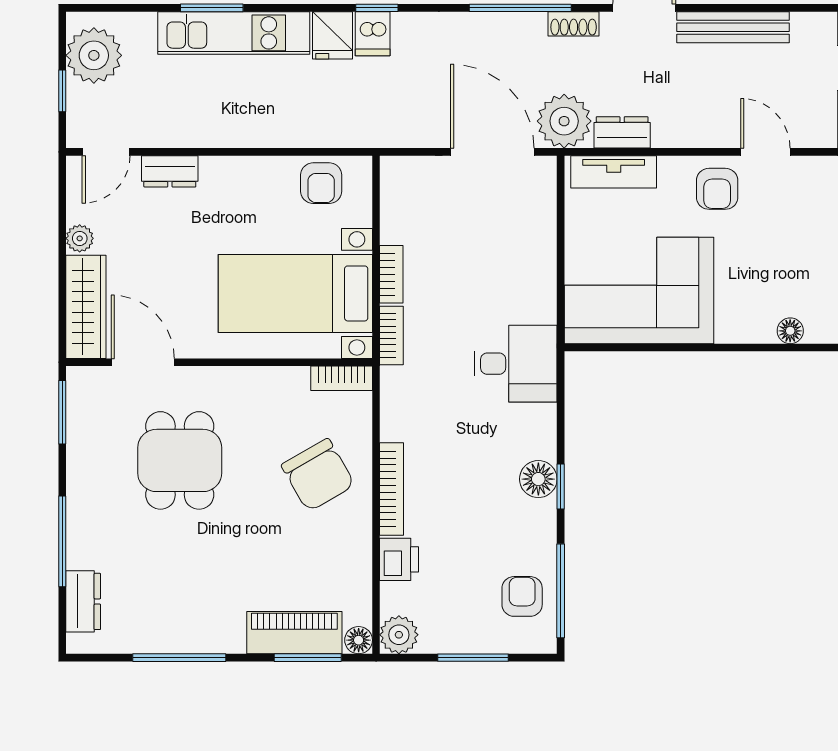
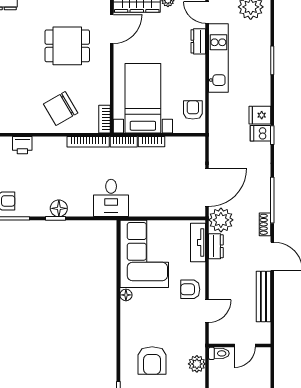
kitchen unit: (234, 33) -> (218, 58), moved, turned 180
armchair: (321, 183) -> (193, 110), turned 90
floor lamp: (790, 331) -> (126, 295), moved
bookcase: (392, 489) -> (88, 142), moved

